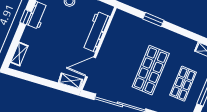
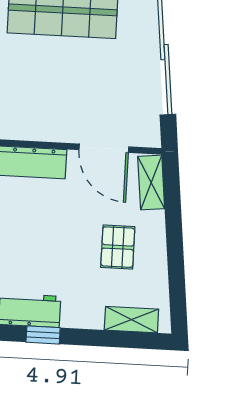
pallet: (50, 59) -> (118, 247), added

